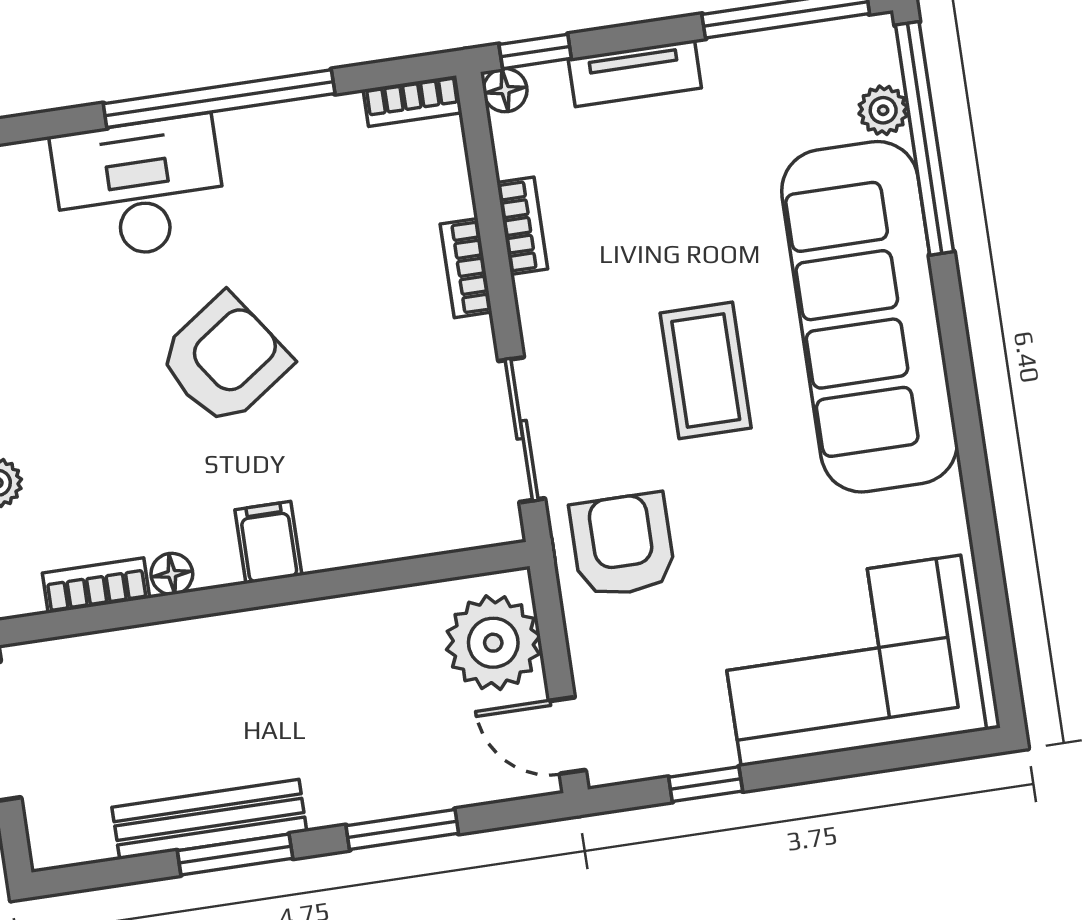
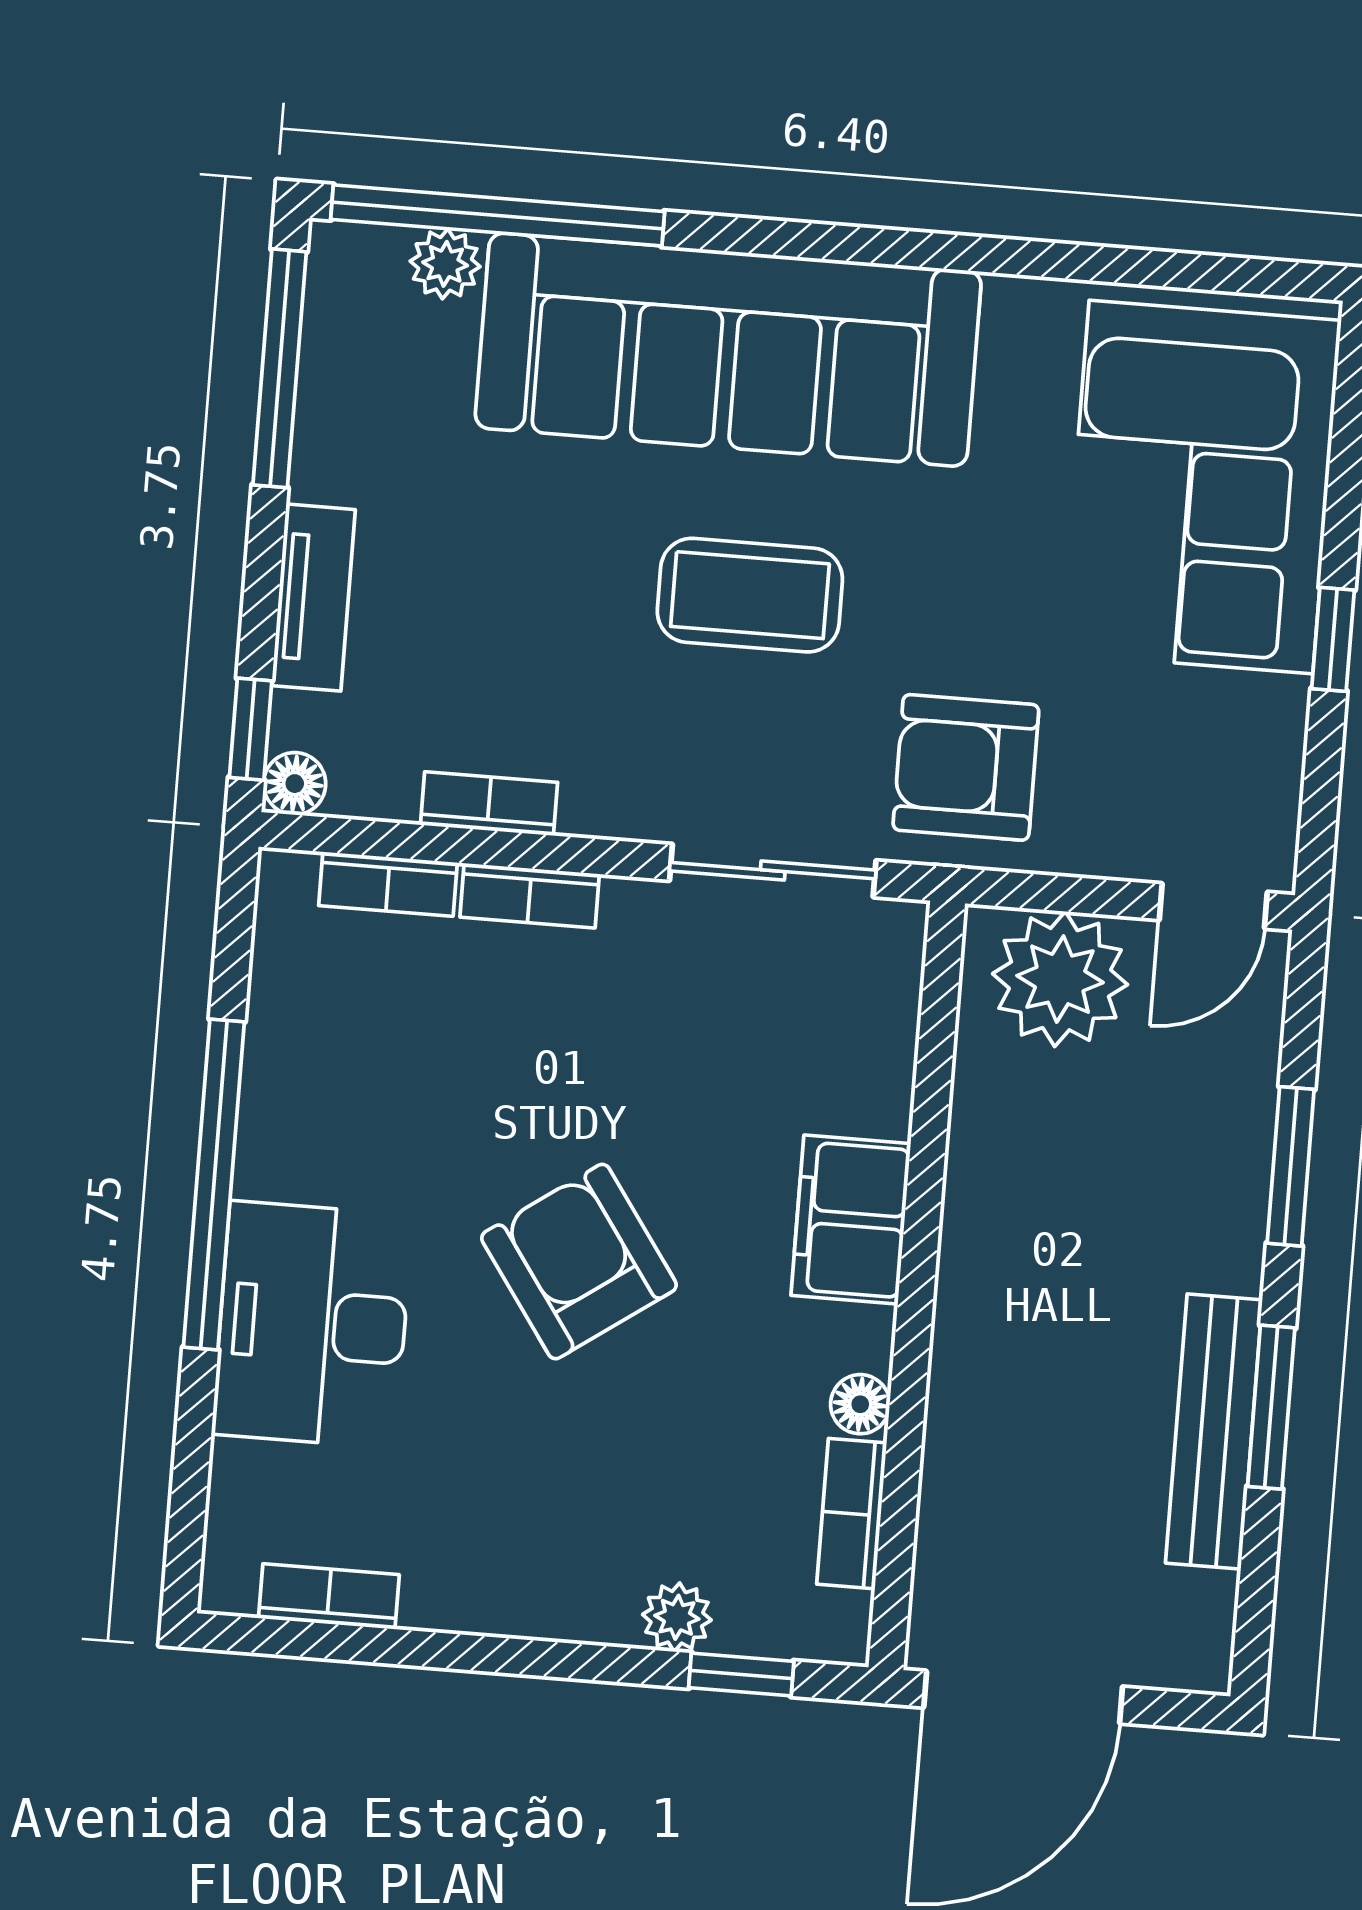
bookcase: (413, 101) -> (388, 884), moved, turned 90
filing cabinet: (268, 542) -> (851, 1220), width x2.00
window: (706, 784) -> (1333, 639), moved

